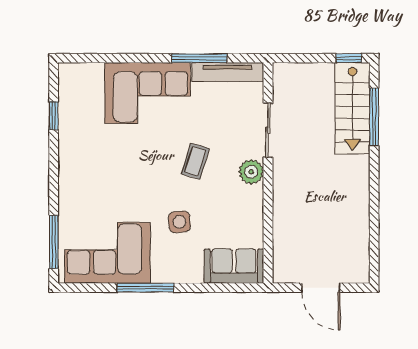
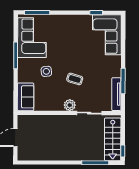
corner sofa: (148, 93) -> (107, 35), moved
stairs: (353, 108) -> (113, 139), moved, turned -90

